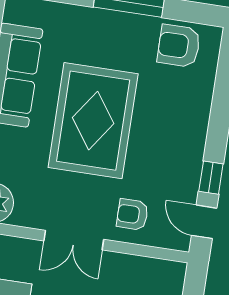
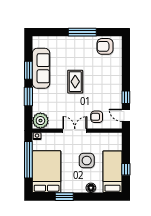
rug: (93, 121) -> (75, 82), width x0.54, depth x0.49
double door: (74, 240) -> (75, 131), swing flipped

